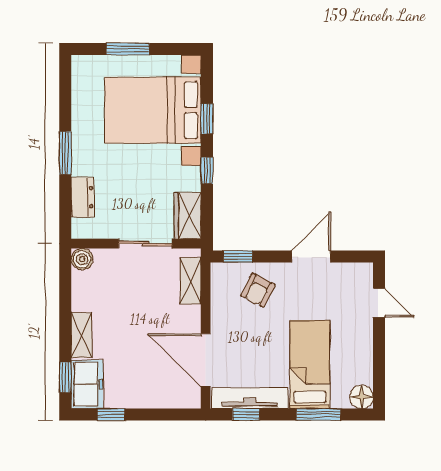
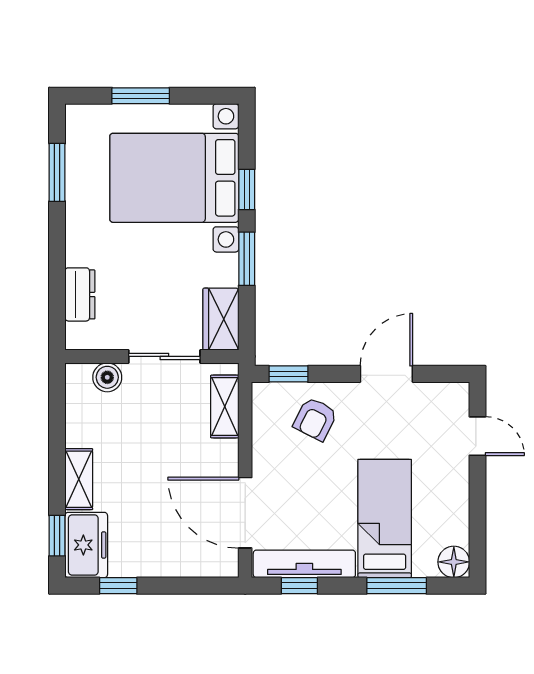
window: (65, 153) -> (57, 172), moved
window: (207, 171) -> (247, 259), width x1.50
boiler: (82, 259) -> (107, 377), moved

